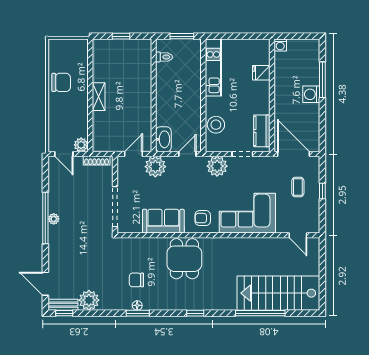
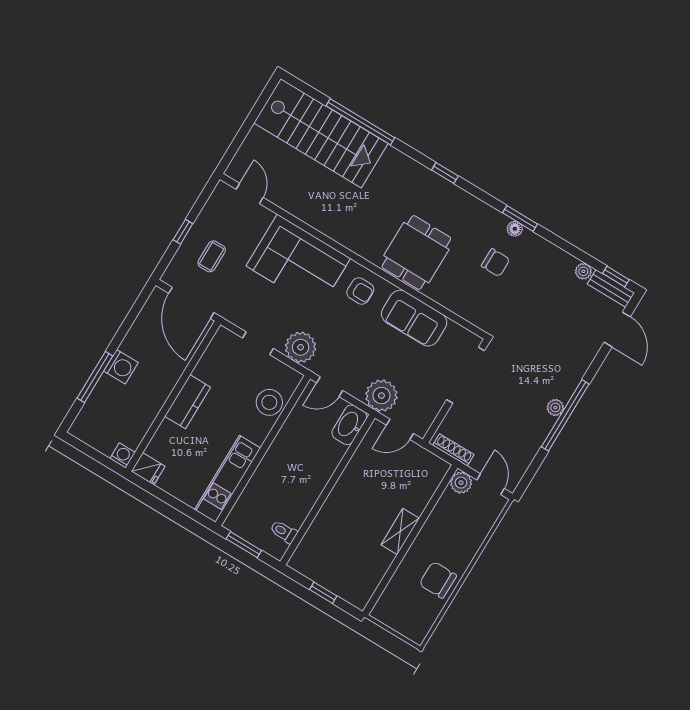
fridge: (261, 73) -> (148, 469), moved
kitchen counter: (262, 131) -> (188, 402), moved
plant: (89, 300) -> (583, 271), width x0.53, depth x0.53

